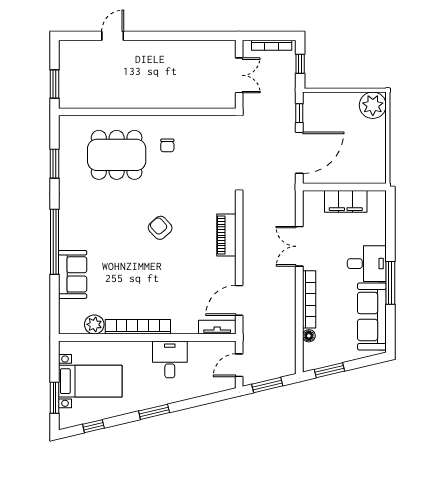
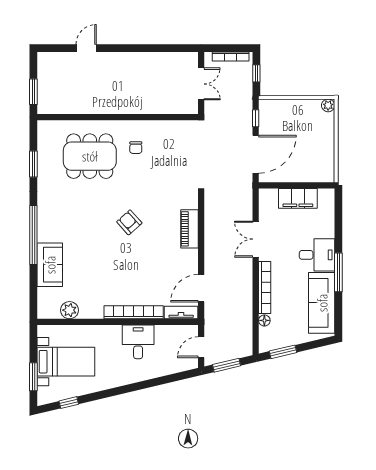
plant: (373, 105) -> (328, 105), width x0.53, depth x0.53
bookcase: (138, 327) -> (134, 312), moved
window: (154, 412) -> (124, 390), removed

